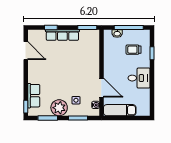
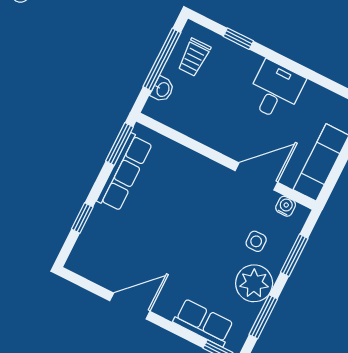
row of seats: (62, 35) -> (125, 172), moved
trolley: (133, 50) -> (194, 57), moved
door: (26, 51) -> (130, 306), moved

